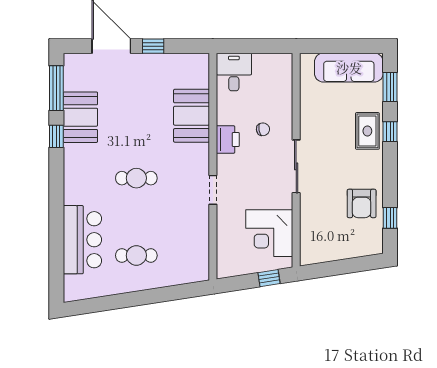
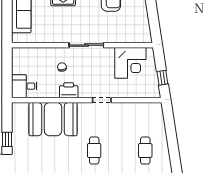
booth: (192, 116) -> (53, 119), width x1.36, depth x1.42
window: (269, 278) -> (162, 78), moved

